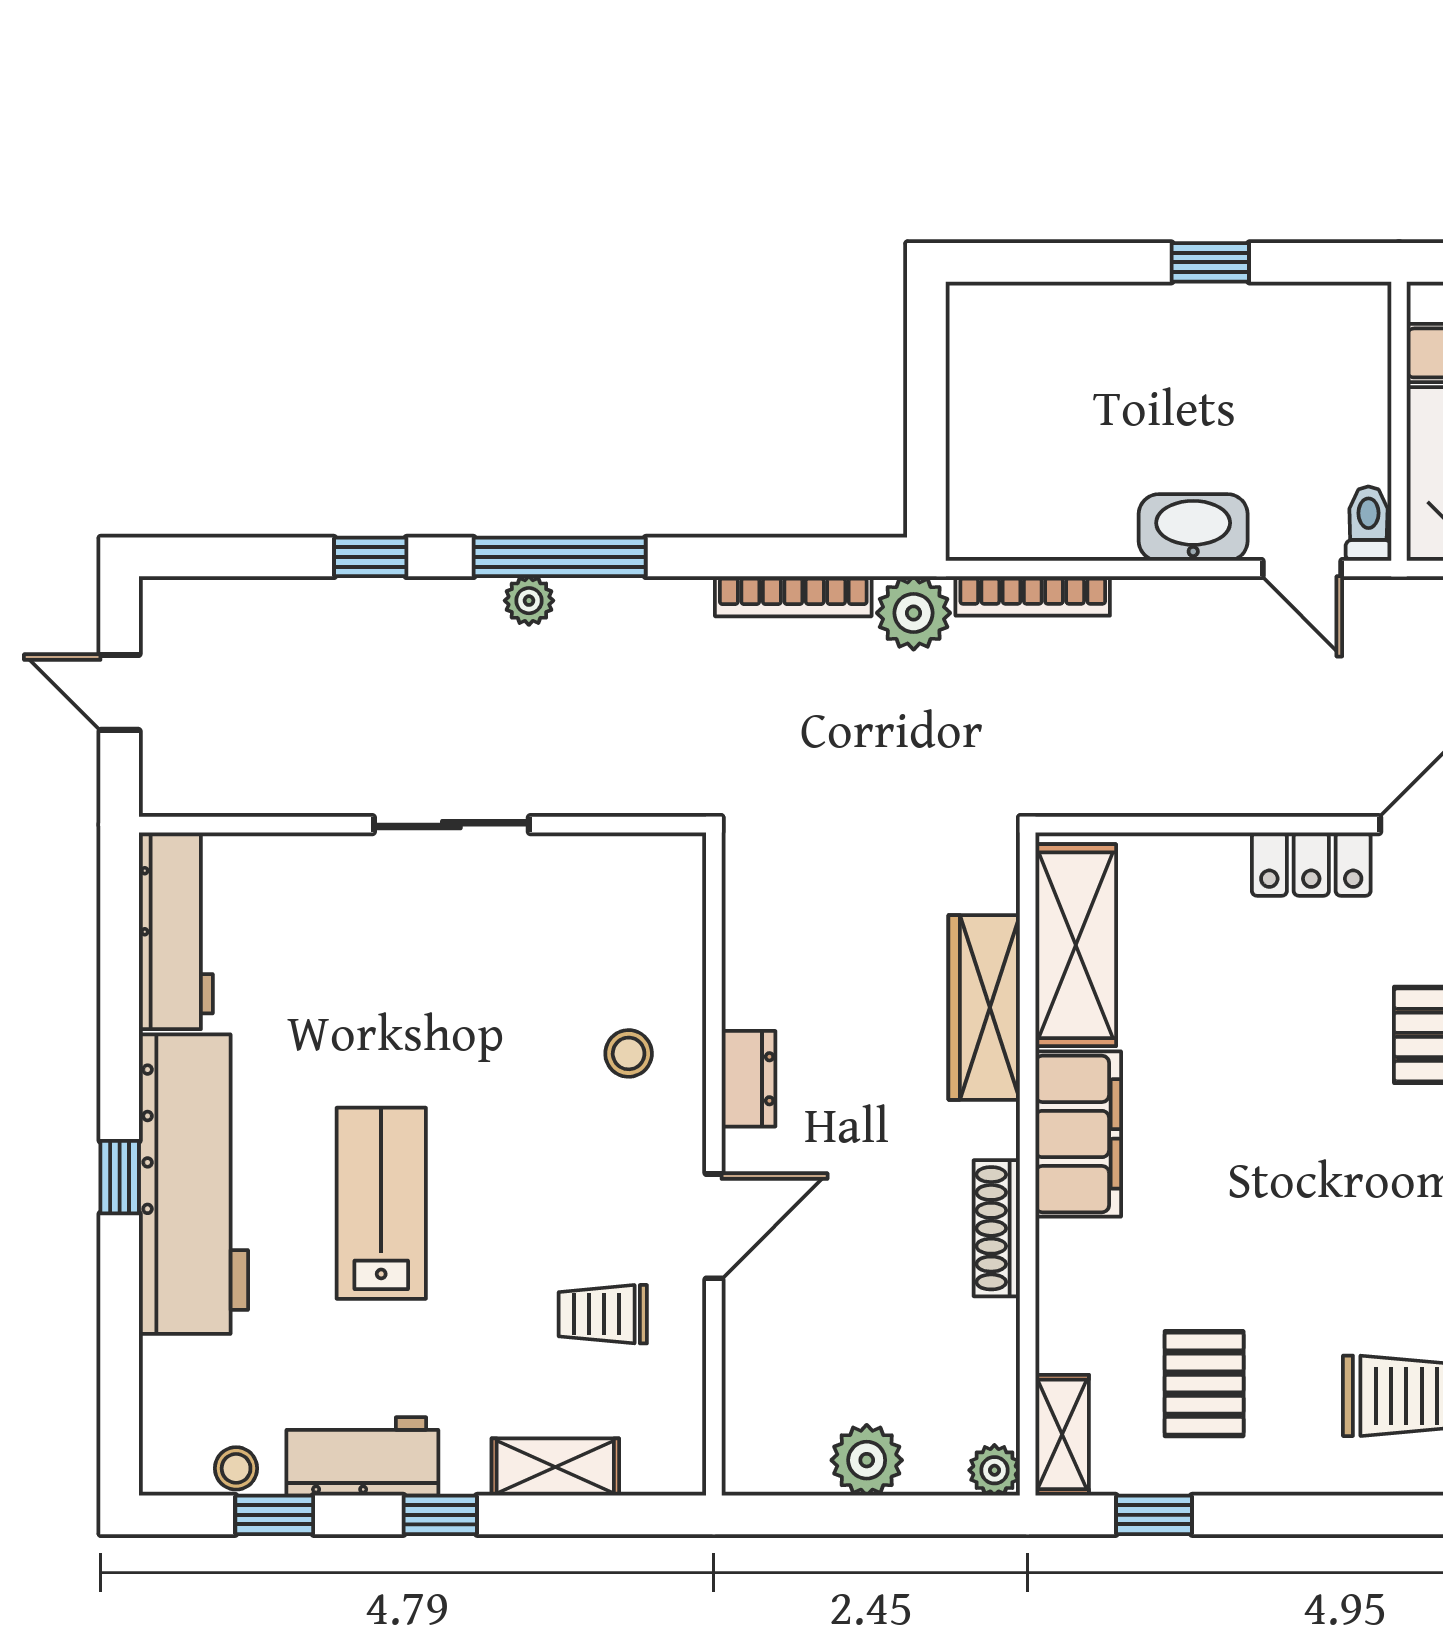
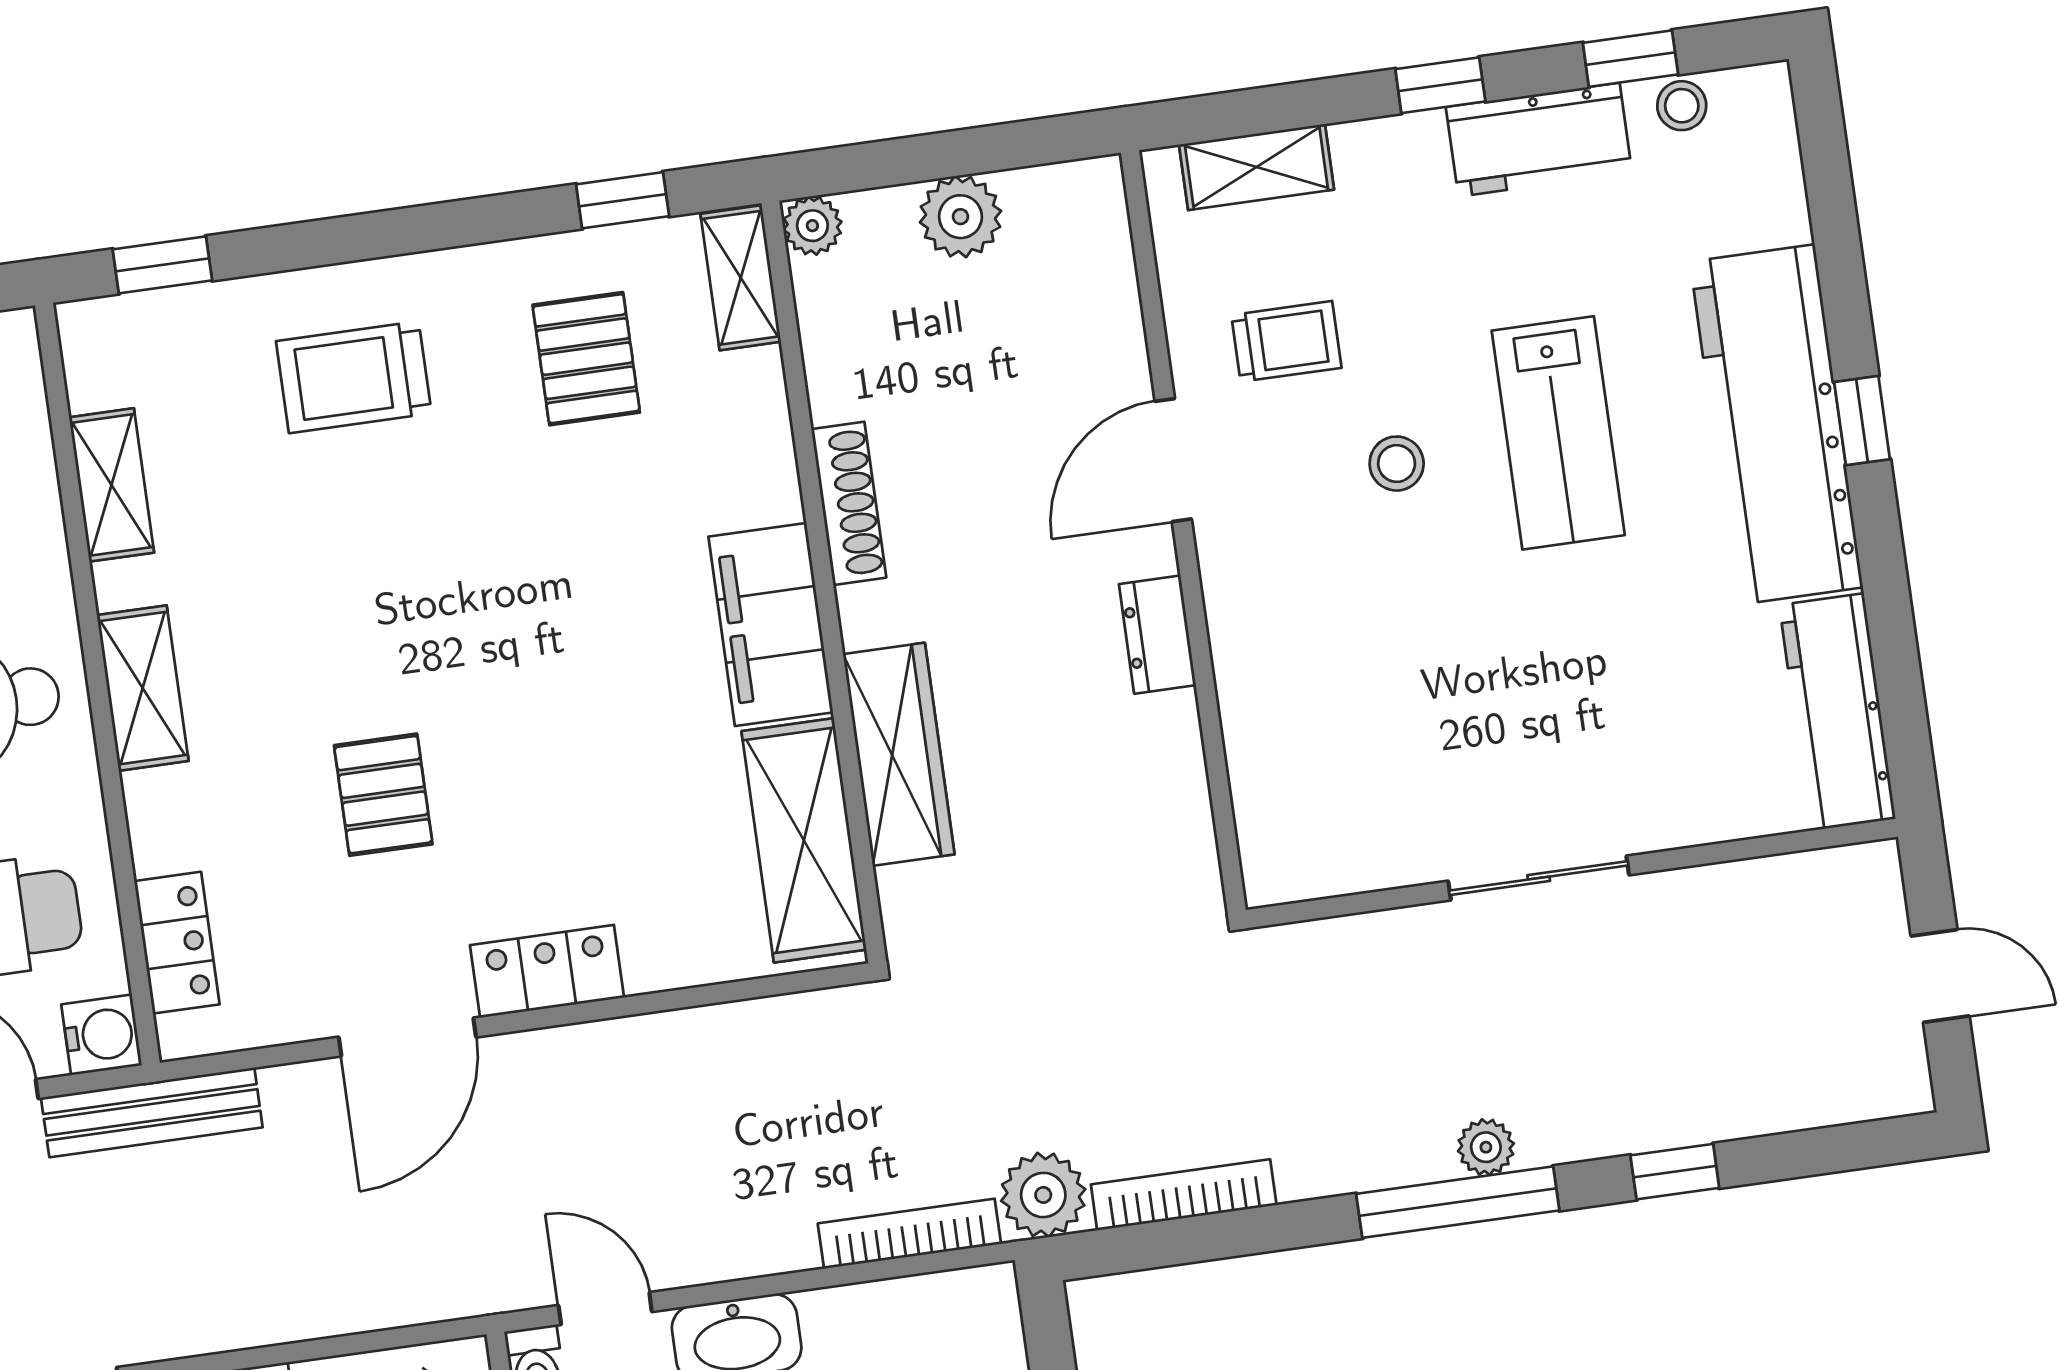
stool: (629, 1053) -> (1397, 464), moved
shelving: (555, 1467) -> (1256, 167), moved

